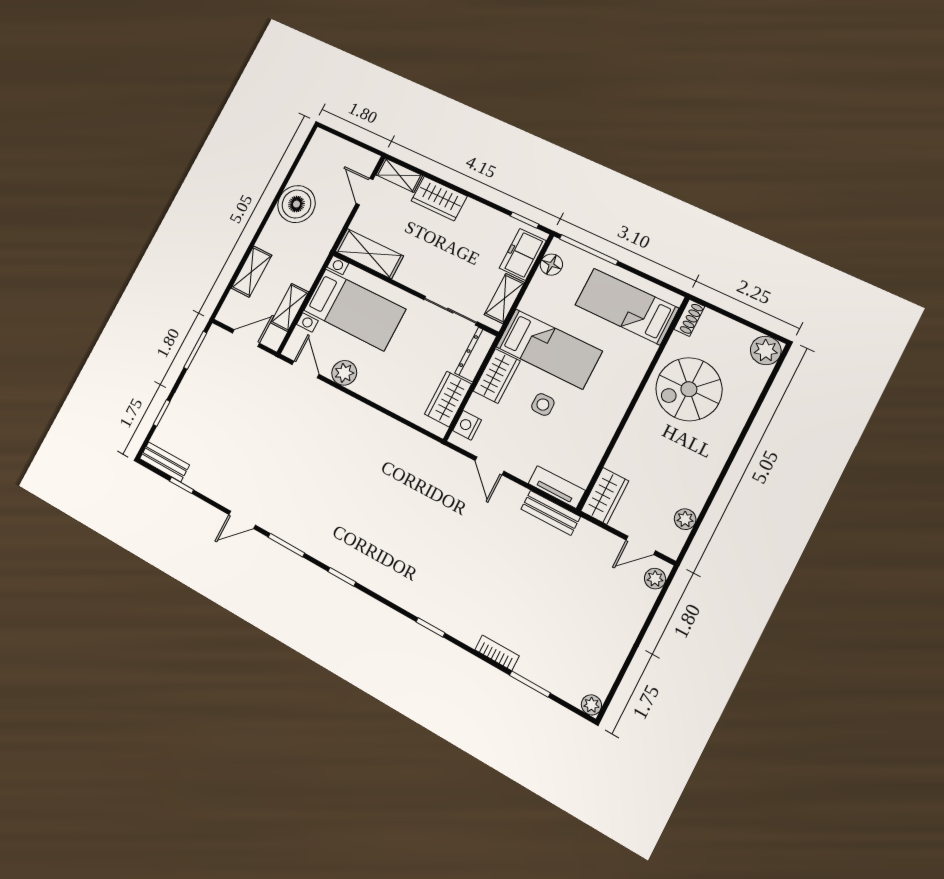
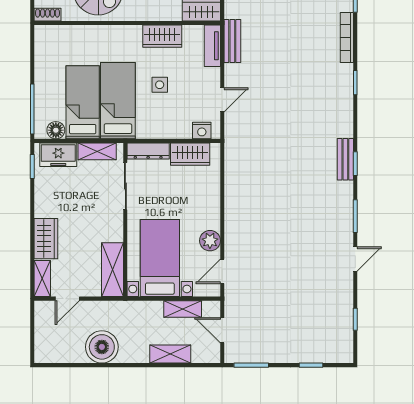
bed: (627, 306) -> (83, 102), moved, turned 180
wardrobe: (497, 376) -> (162, 36), moved, turned 180
bench: (165, 462) -> (345, 159), moved
door: (242, 520) -> (355, 259), hinge flipped
bookcase: (497, 653) -> (347, 37), width x1.56

